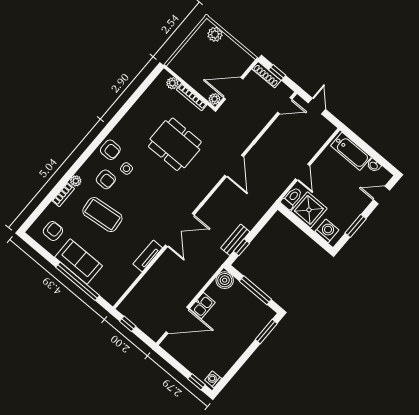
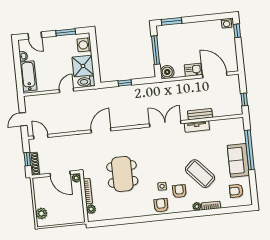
coffee table: (102, 215) -> (200, 174), turned -36
bench: (235, 240) -> (200, 114), moved
window: (241, 247) -> (125, 83), moved

